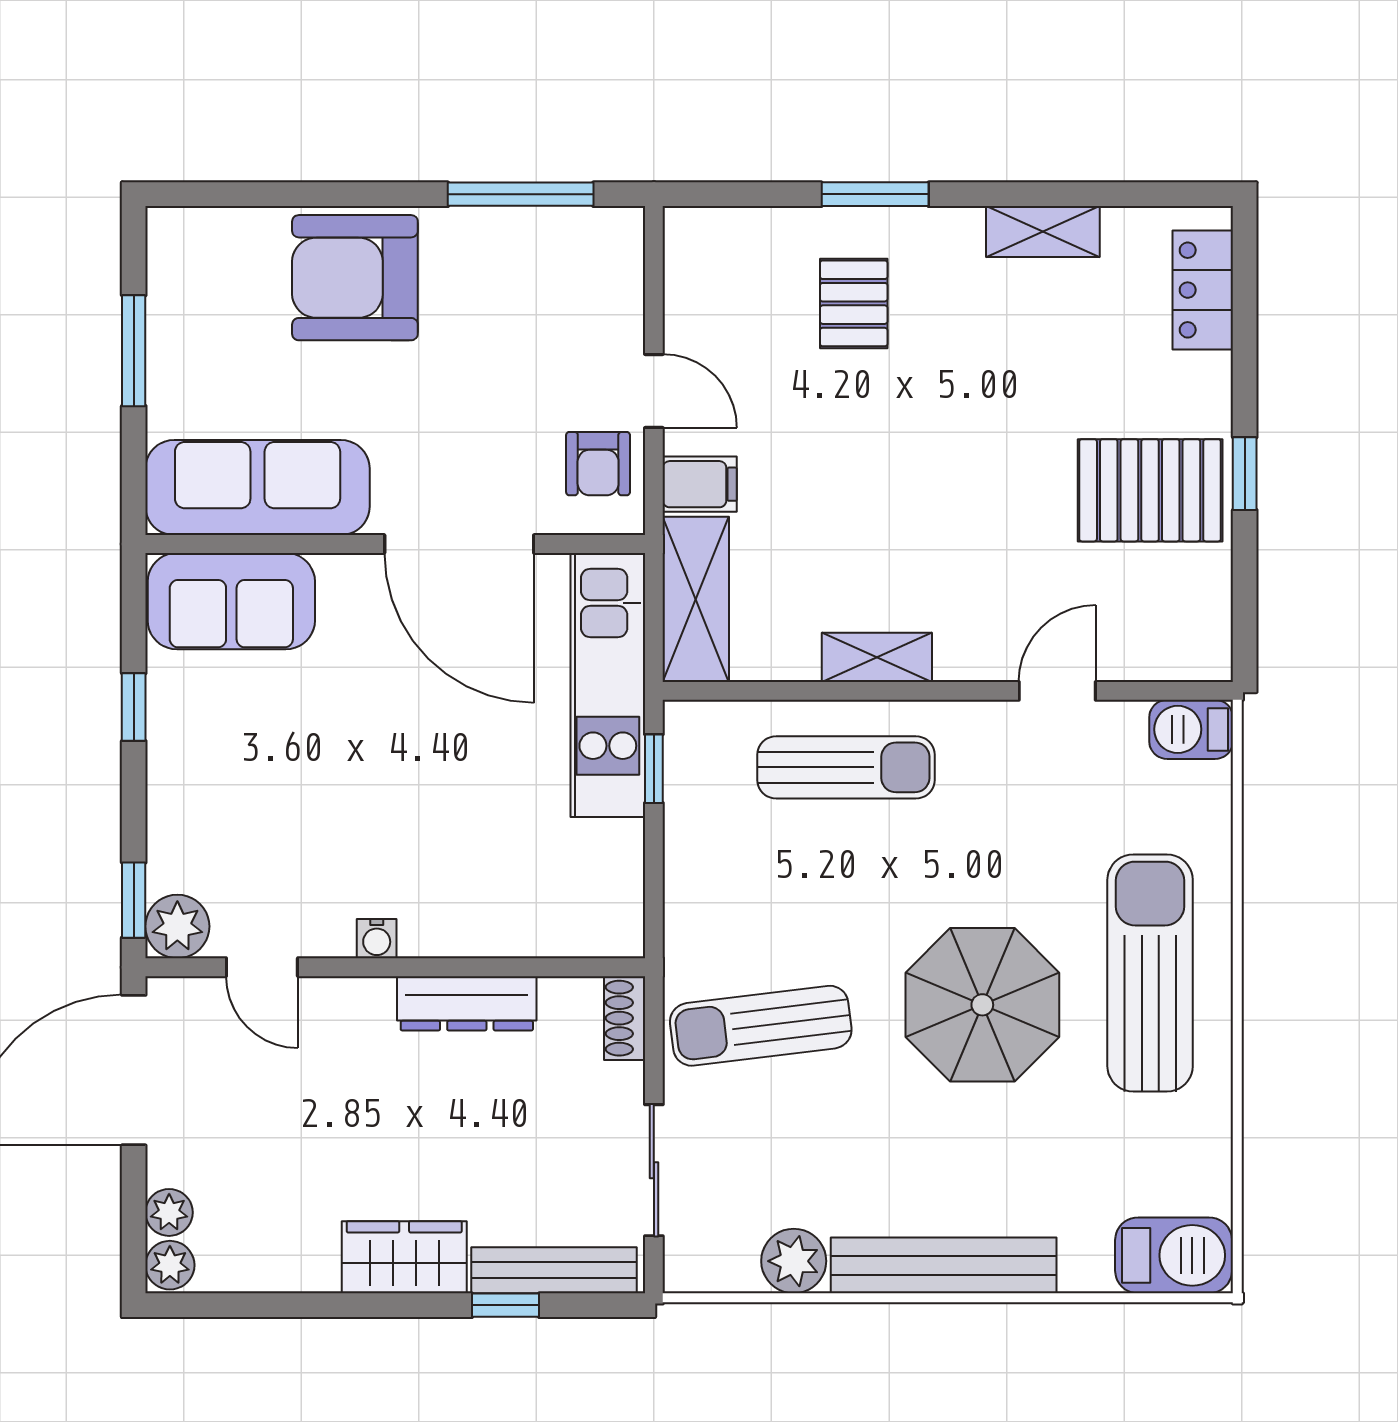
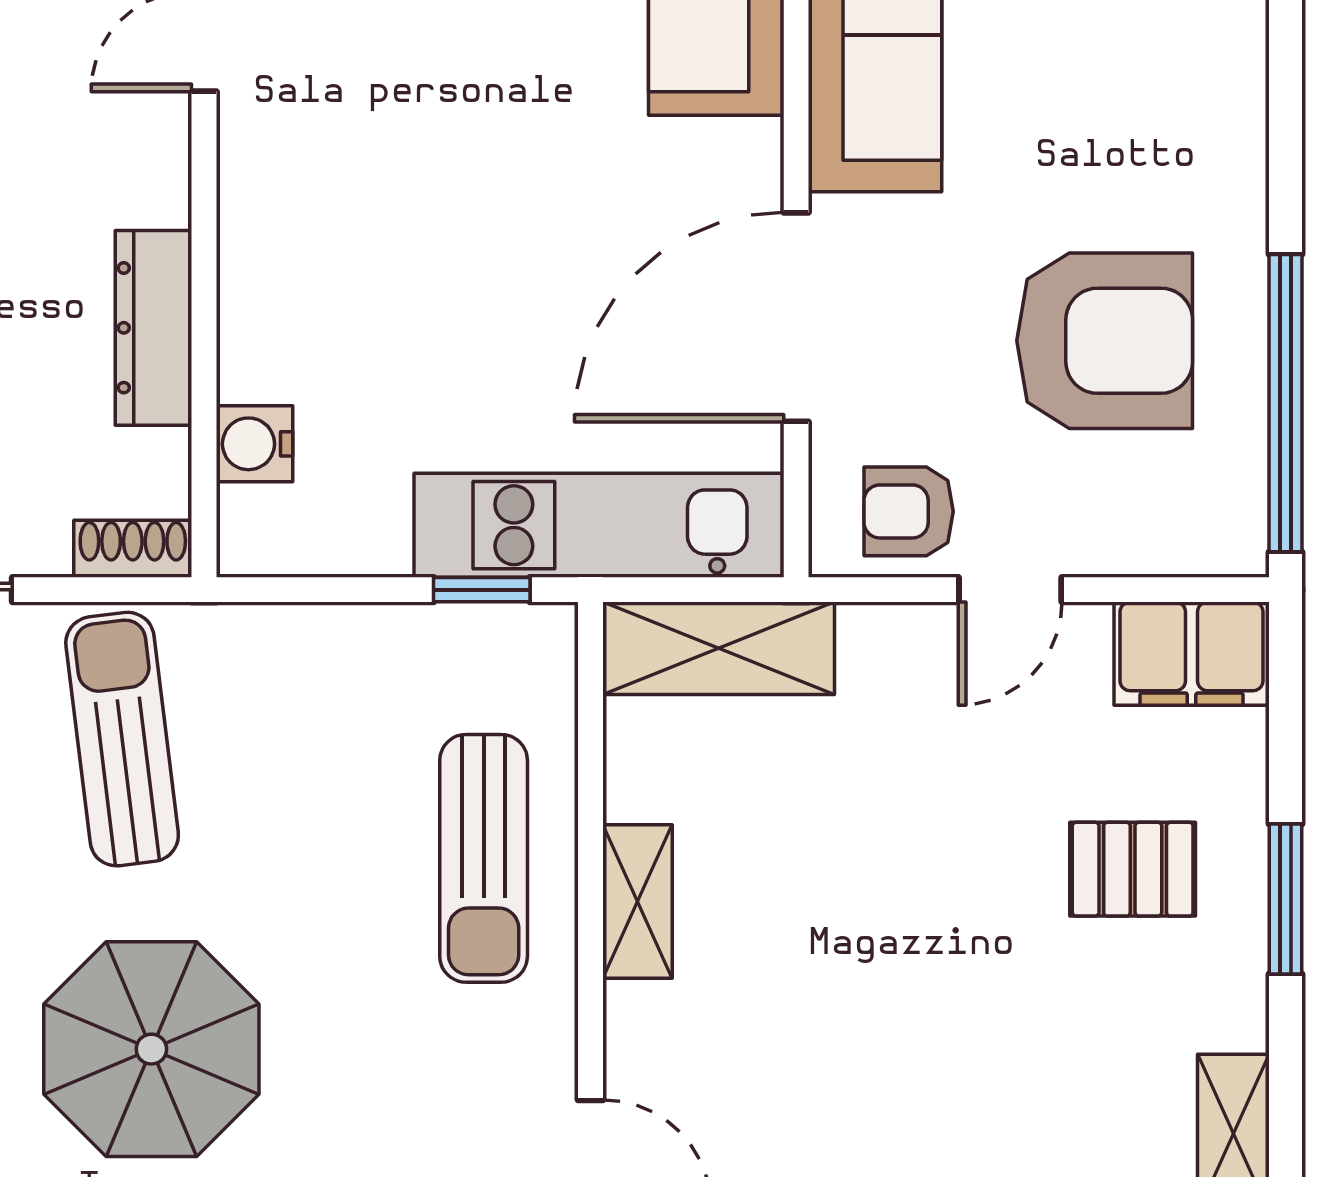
window: (521, 194) -> (1285, 403), width x1.46
armchair: (355, 278) -> (1105, 341), moved, turned 90
filing cabinet: (700, 484) -> (1192, 654), moved, width x2.00
water cooler: (377, 939) -> (255, 444), moved, width x1.38, depth x1.38

